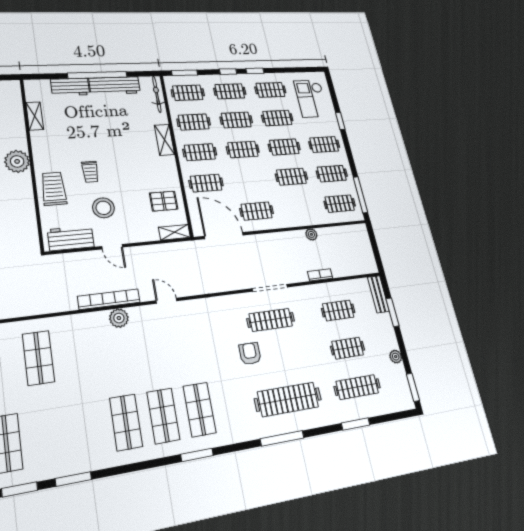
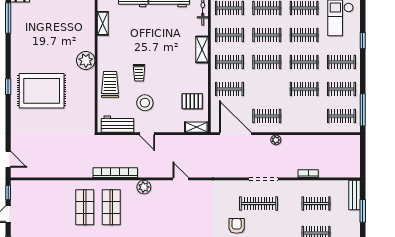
plant: (311, 234) -> (276, 140), moved
bookcase: (109, 299) -> (115, 173), moved
shop shelf: (77, 352) -> (111, 207), added

